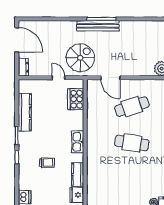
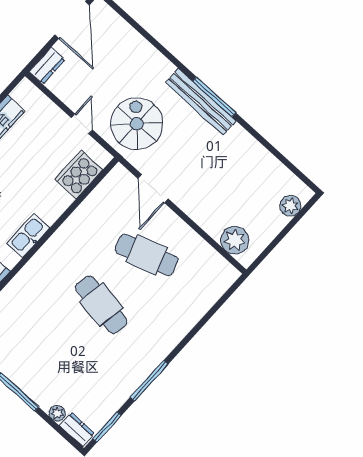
spiral stairs: (80, 58) -> (137, 124), turned -90

